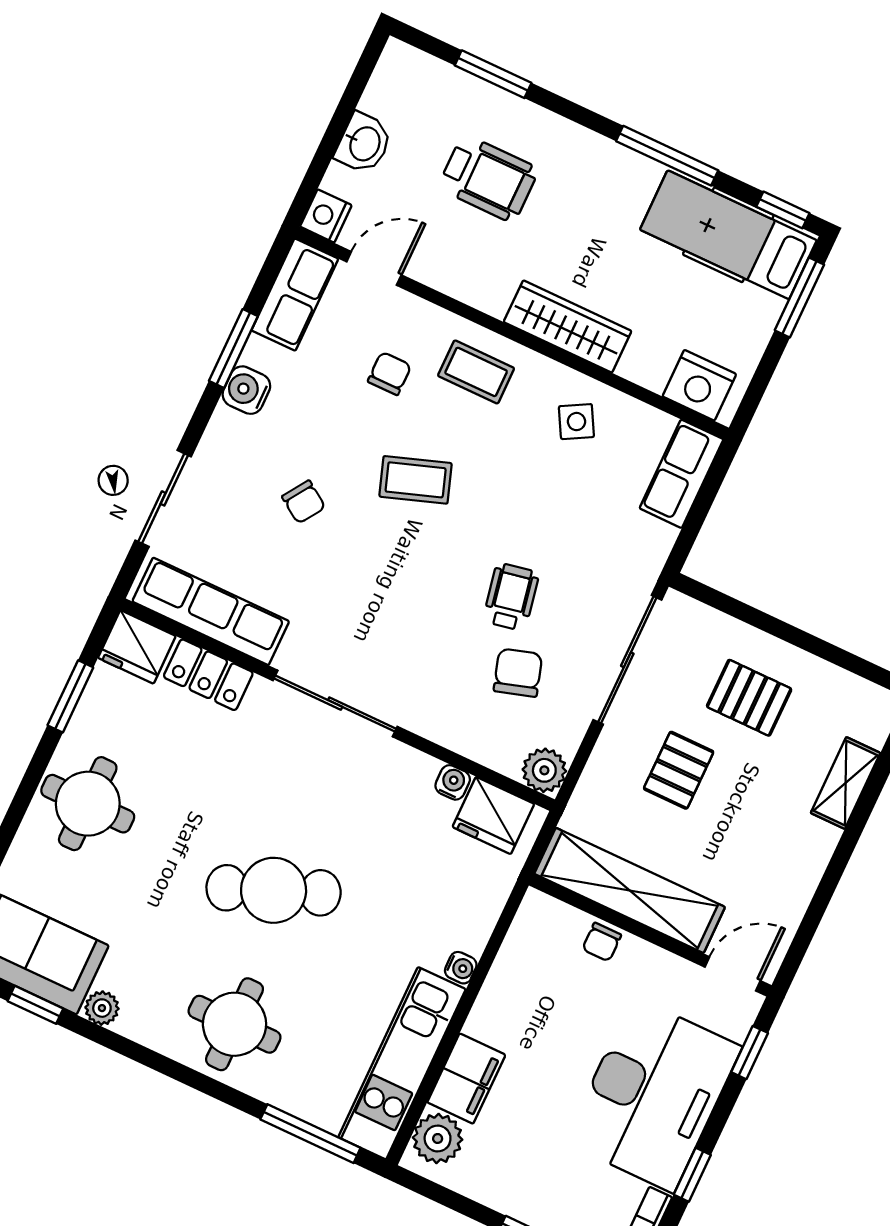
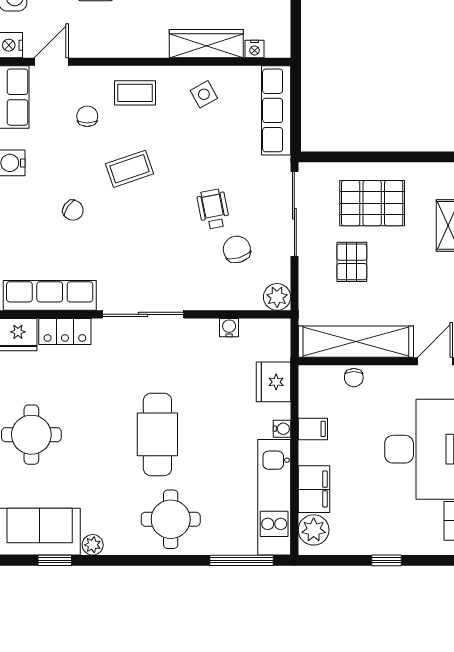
wardrobe: (568, 326) -> (206, 44), moved
nightstand: (699, 385) -> (255, 49), width x0.53, depth x0.56
row of seats: (681, 474) -> (276, 110), width x1.48
pallet: (749, 698) -> (372, 203), width x1.50, depth x1.42
fridge: (493, 815) -> (273, 382), moved, turned 90
cafe table: (274, 890) -> (157, 434), turned -68
filing cabinet: (506, 989) -> (313, 429), added

